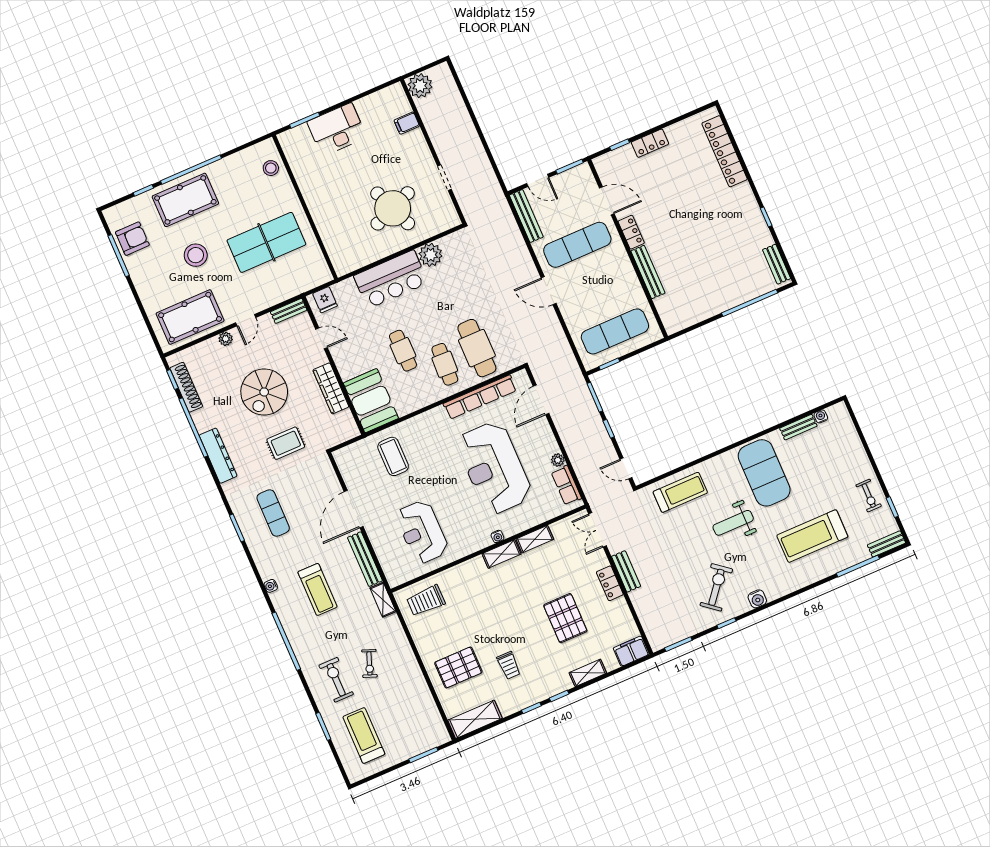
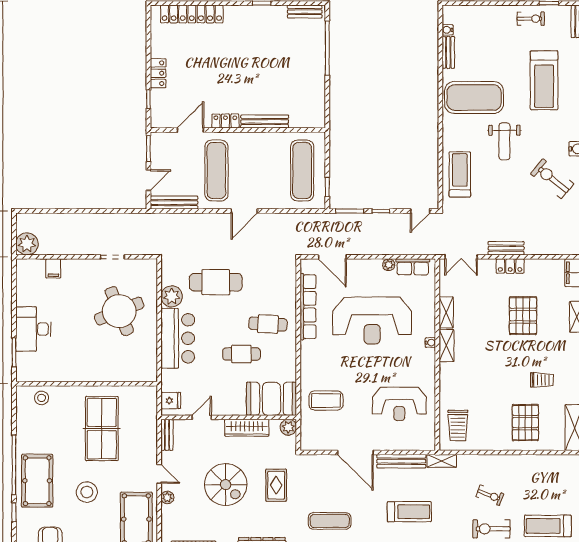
cafe table: (477, 348) -> (216, 282), moved
plant: (350, 430) -> (288, 427), added
pallet: (565, 618) -> (523, 316), turned 90

